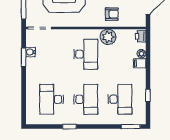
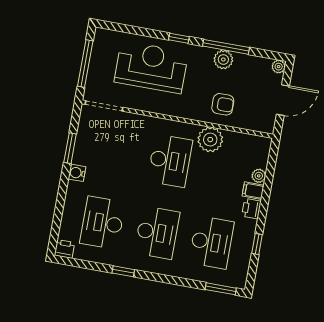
printer: (141, 36) -> (251, 209), moved
water cooler: (31, 52) -> (77, 173), moved
printer: (31, 119) -> (65, 249), added

